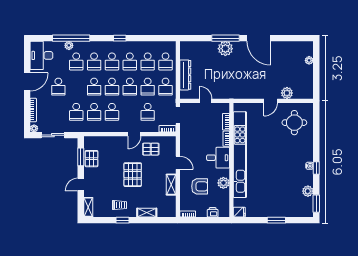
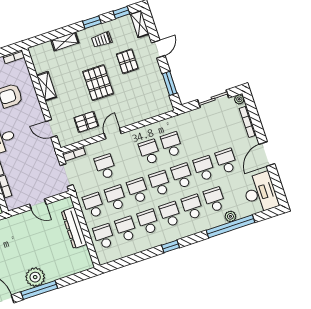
school desk: (76, 112) -> (204, 168), moved
pallet: (91, 159) -> (127, 61), moved
door: (178, 163) -> (51, 129), moved
window: (99, 220) -> (121, 12), added

